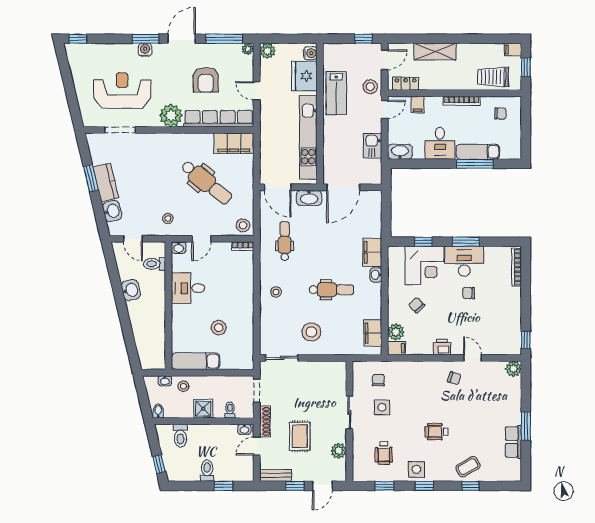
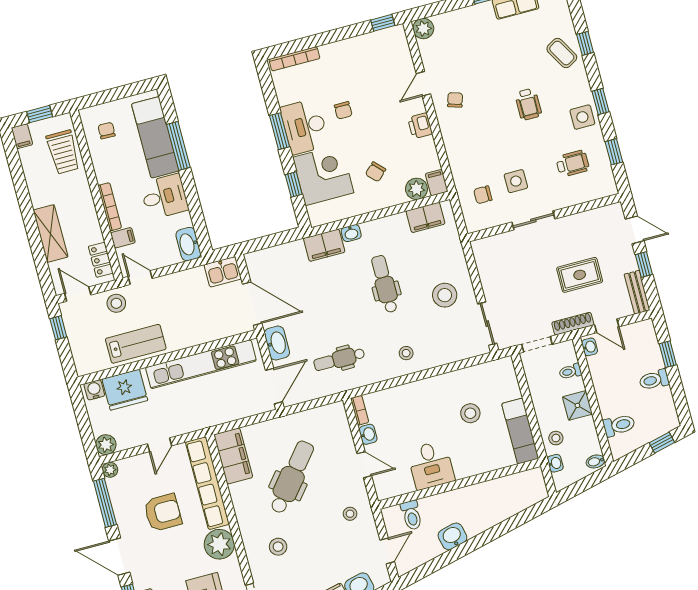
bookcase: (462, 101) -> (110, 207), moved
kitchen sink: (373, 146) -> (223, 272), moved
exam couch: (478, 152) -> (155, 137), width x1.36, depth x1.45
stool: (243, 225) -> (278, 547), moved
washbasin: (179, 248) -> (368, 434), moved
plant: (339, 451) -> (585, 221), removed

